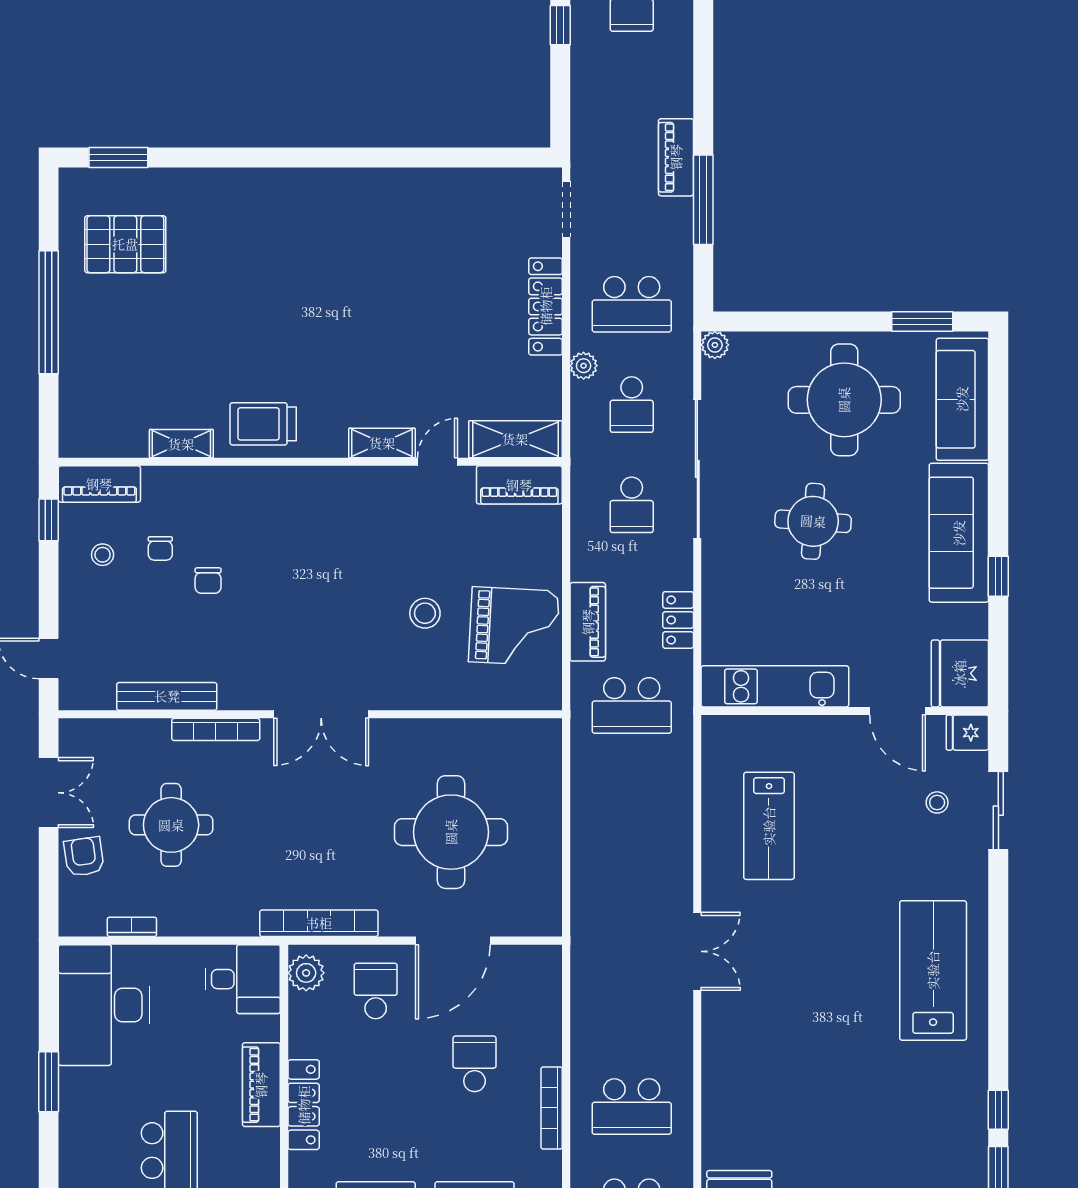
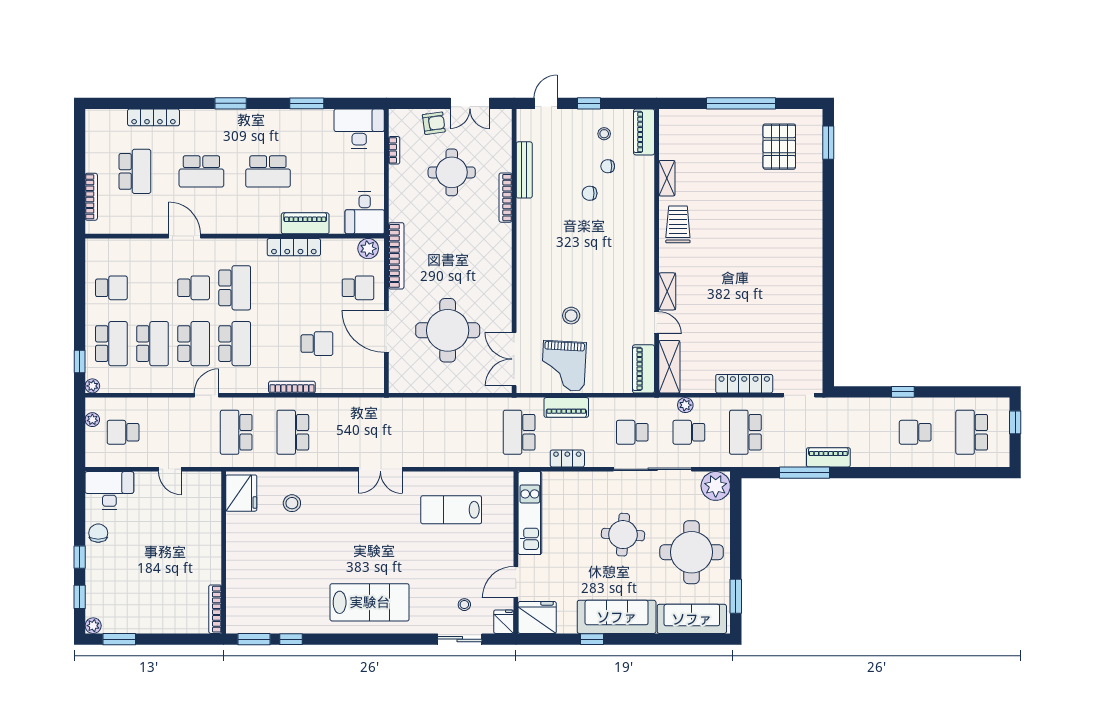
plant: (715, 345) -> (716, 486), width x1.88, depth x1.88
plant: (584, 366) -> (685, 405), moved
window: (49, 520) -> (589, 103), moved
double door: (321, 714) -> (514, 359), moved
desk: (104, 1005) -> (359, 129), width x0.73, depth x0.77
stool: (757, 1108) -> (292, 503), added

